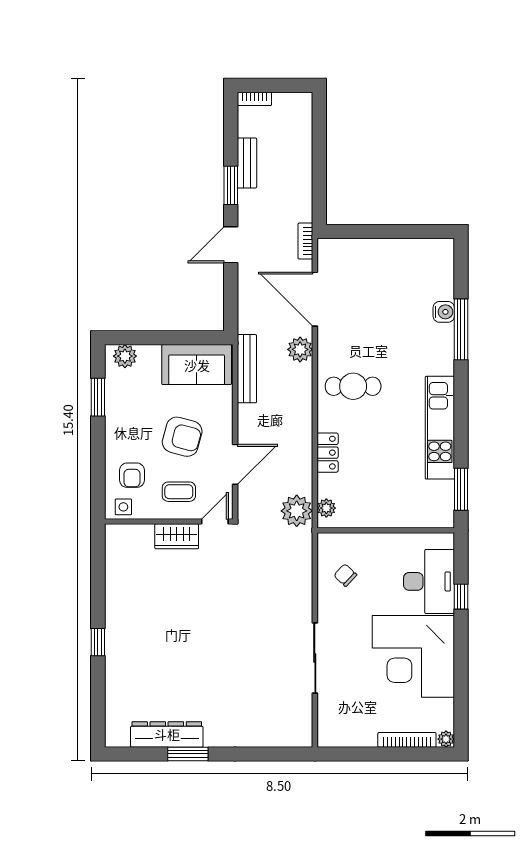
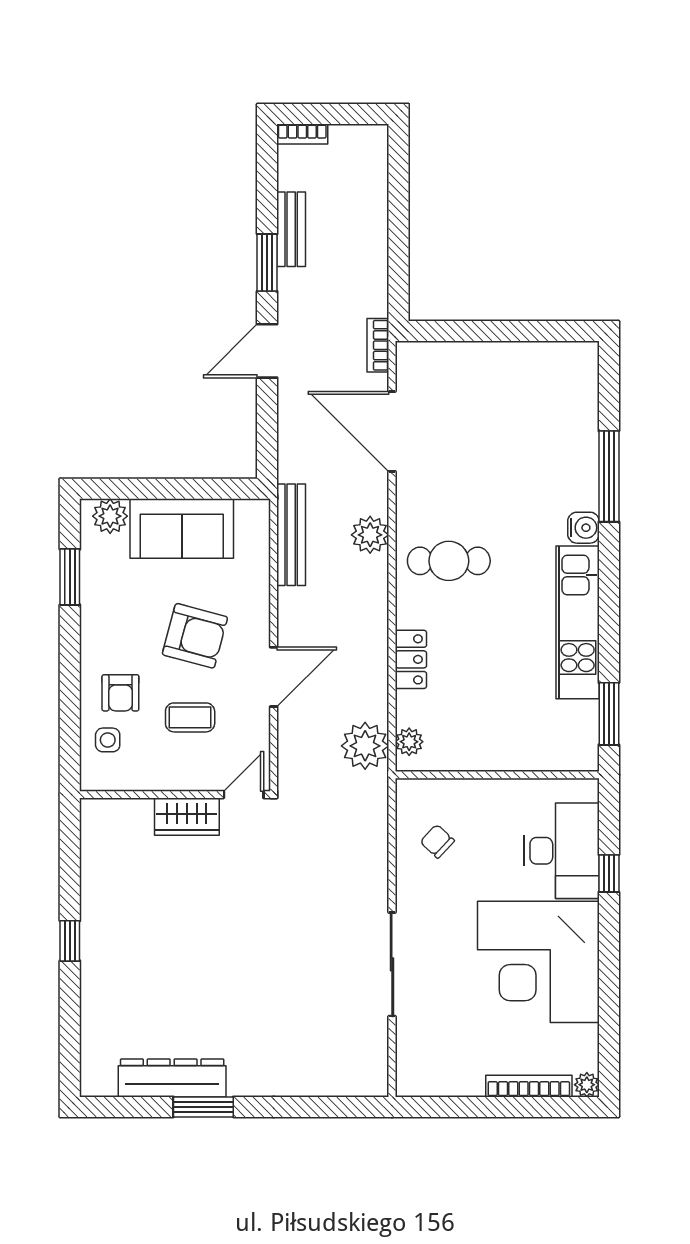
water cooler: (444, 312) -> (583, 528), moved
plant: (300, 349) -> (370, 535), moved
sofa: (197, 365) -> (182, 529), moved
wall: (169, 521) -> (175, 795), moved
door: (215, 521) -> (244, 795), moved
wardrobe: (177, 536) -> (187, 817), moved

